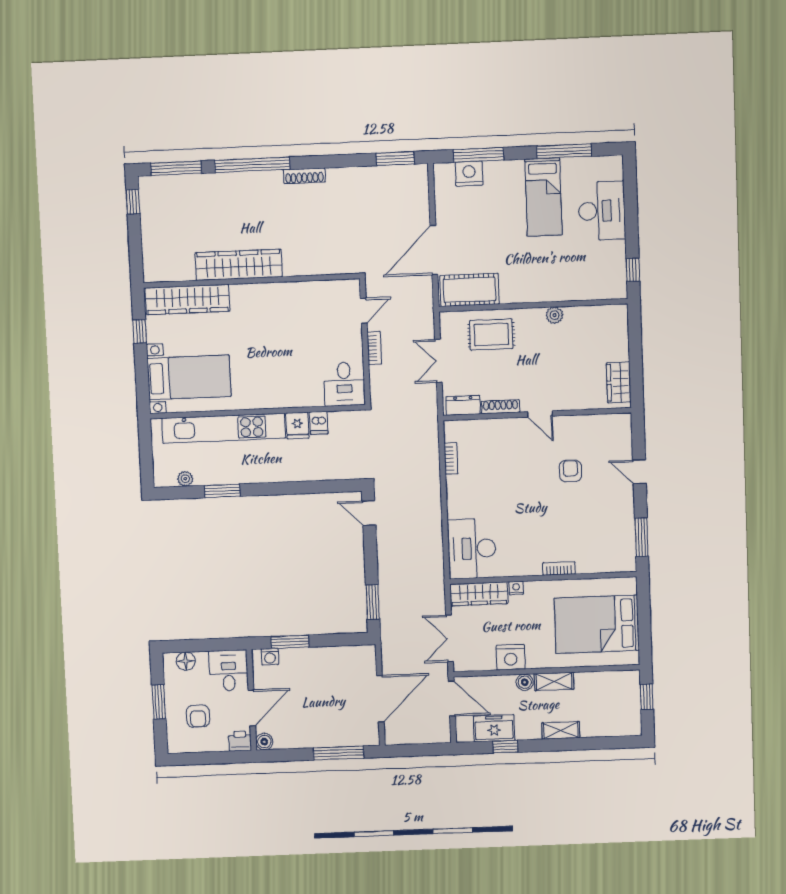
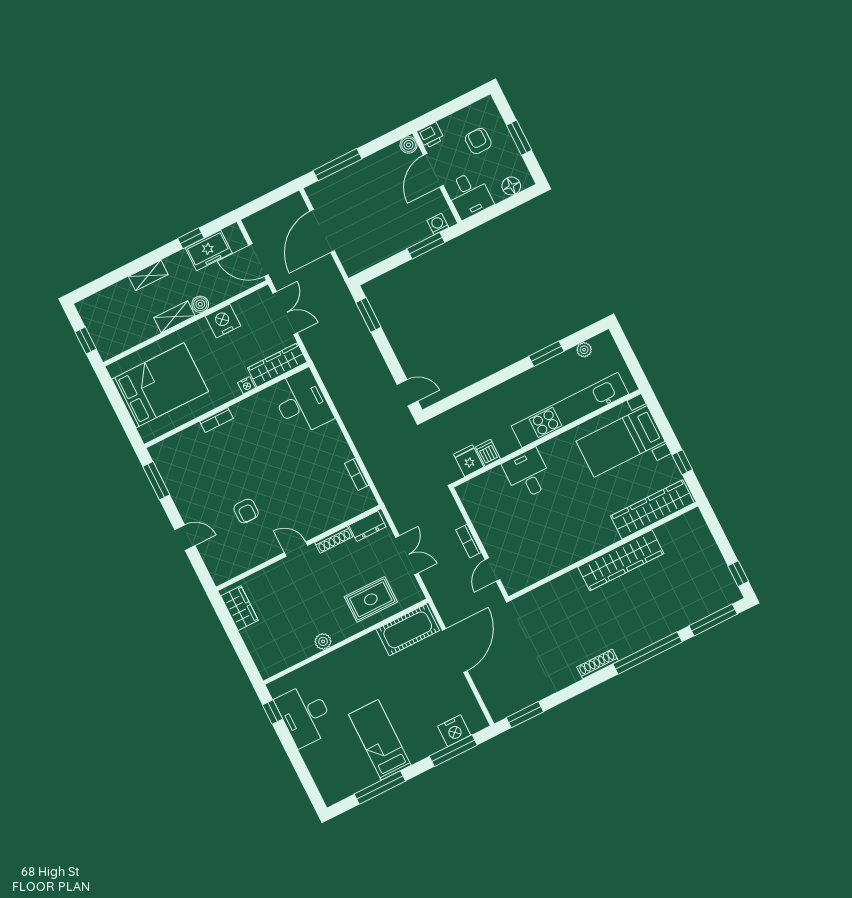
desk: (602, 211) -> (305, 715), moved
desk: (344, 384) -> (528, 474), moved
fridge: (297, 425) -> (469, 461), moved

